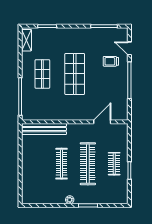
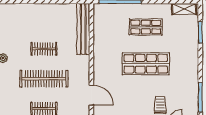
clothes rail: (62, 164) -> (44, 49), width x0.73

